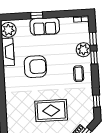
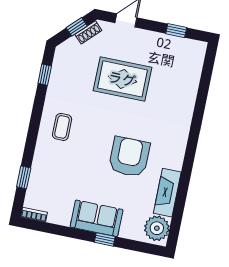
plant: (83, 50) -> (44, 164), removed
window: (94, 57) -> (30, 147), removed
armchair: (35, 67) -> (129, 157), turned 90

